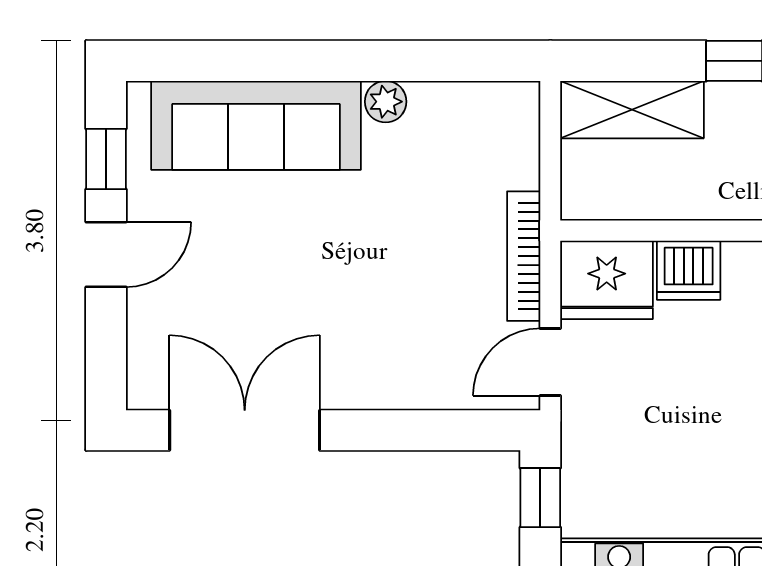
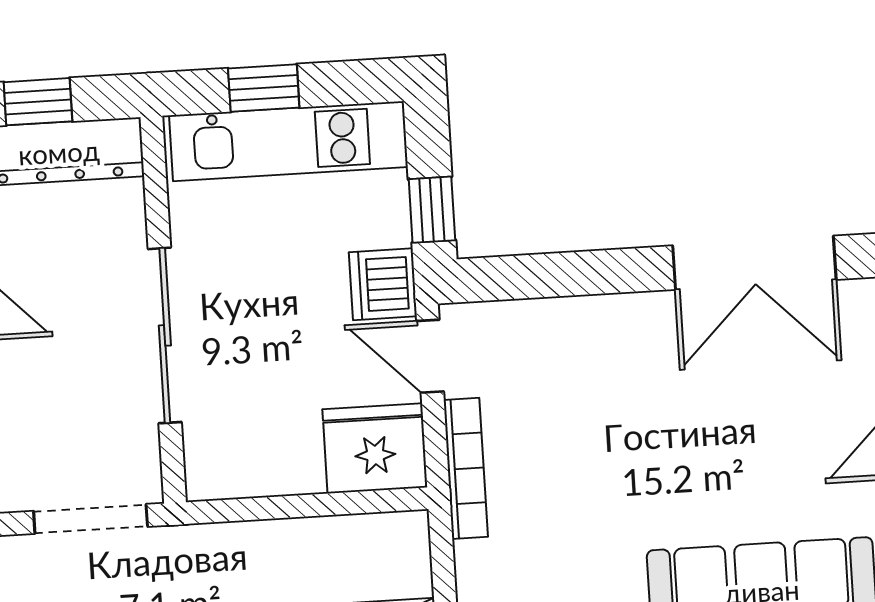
dishwasher: (689, 270) -> (383, 284), moved, turned -90
door: (550, 362) -> (430, 356), swing flipped

